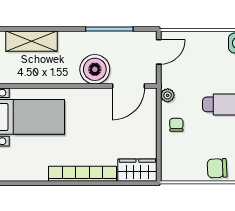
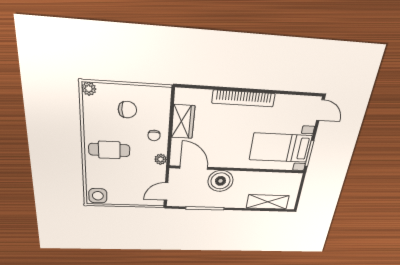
door: (128, 86) -> (194, 168), hinge flipped
chair: (217, 168) -> (127, 110), moved
wardrobe: (137, 170) -> (183, 122), moved, turned -90

